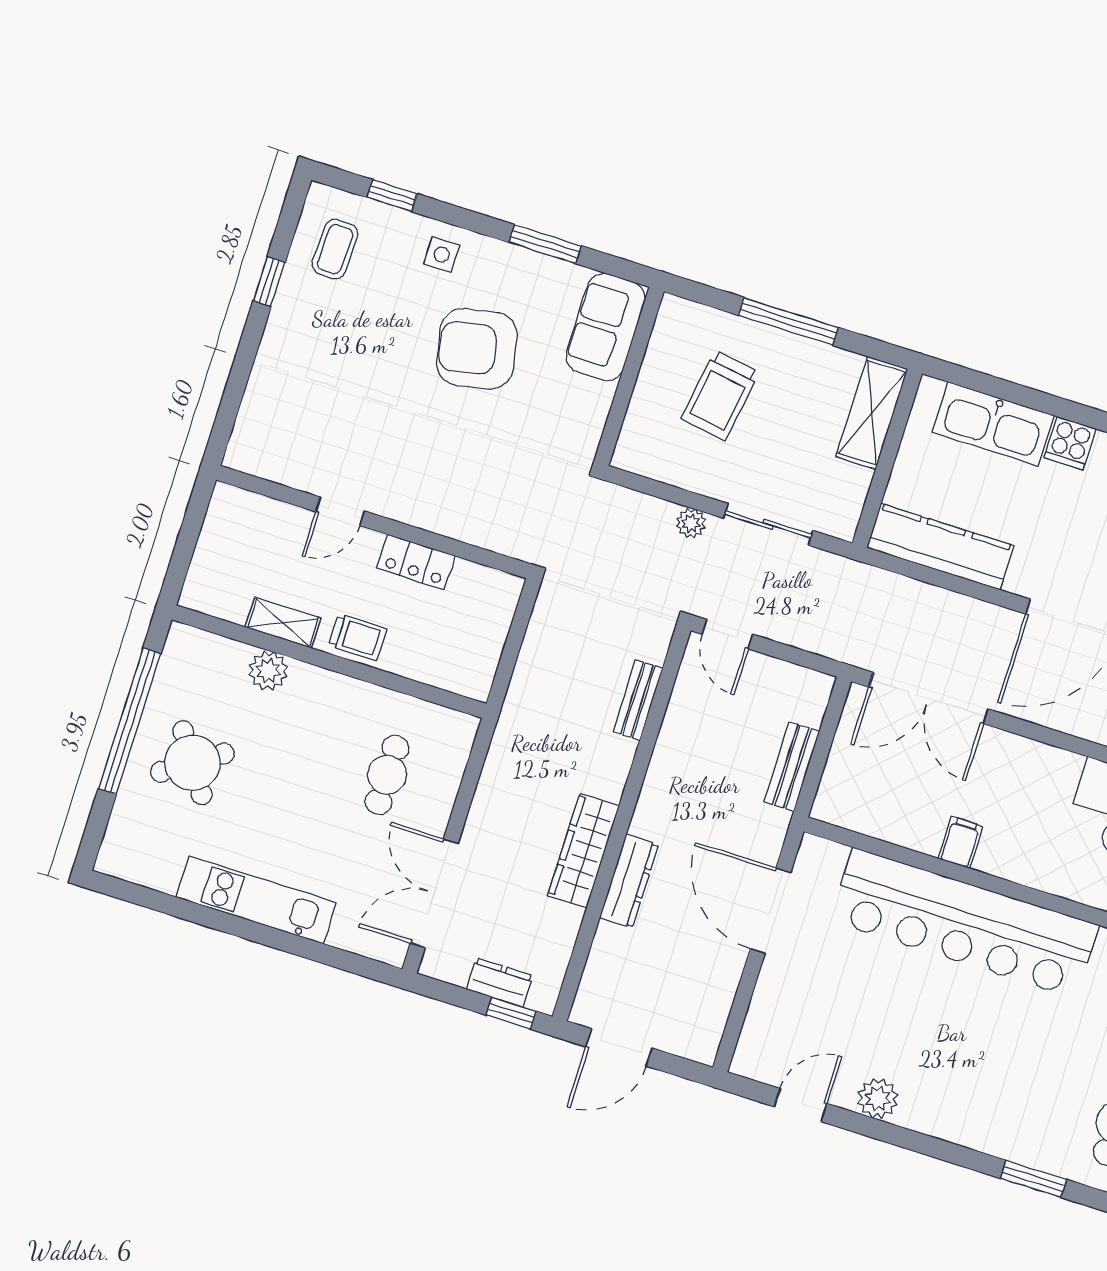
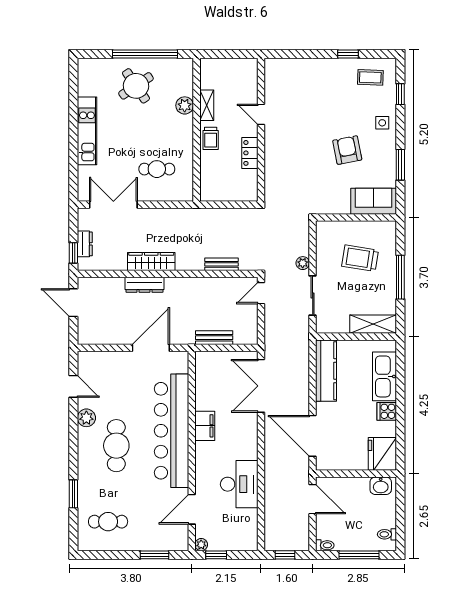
armchair: (477, 349) -> (347, 150), width x0.73, depth x0.73
filing cabinet: (961, 842) -> (205, 426), width x2.00
cafe table: (959, 1053) -> (116, 446), added

